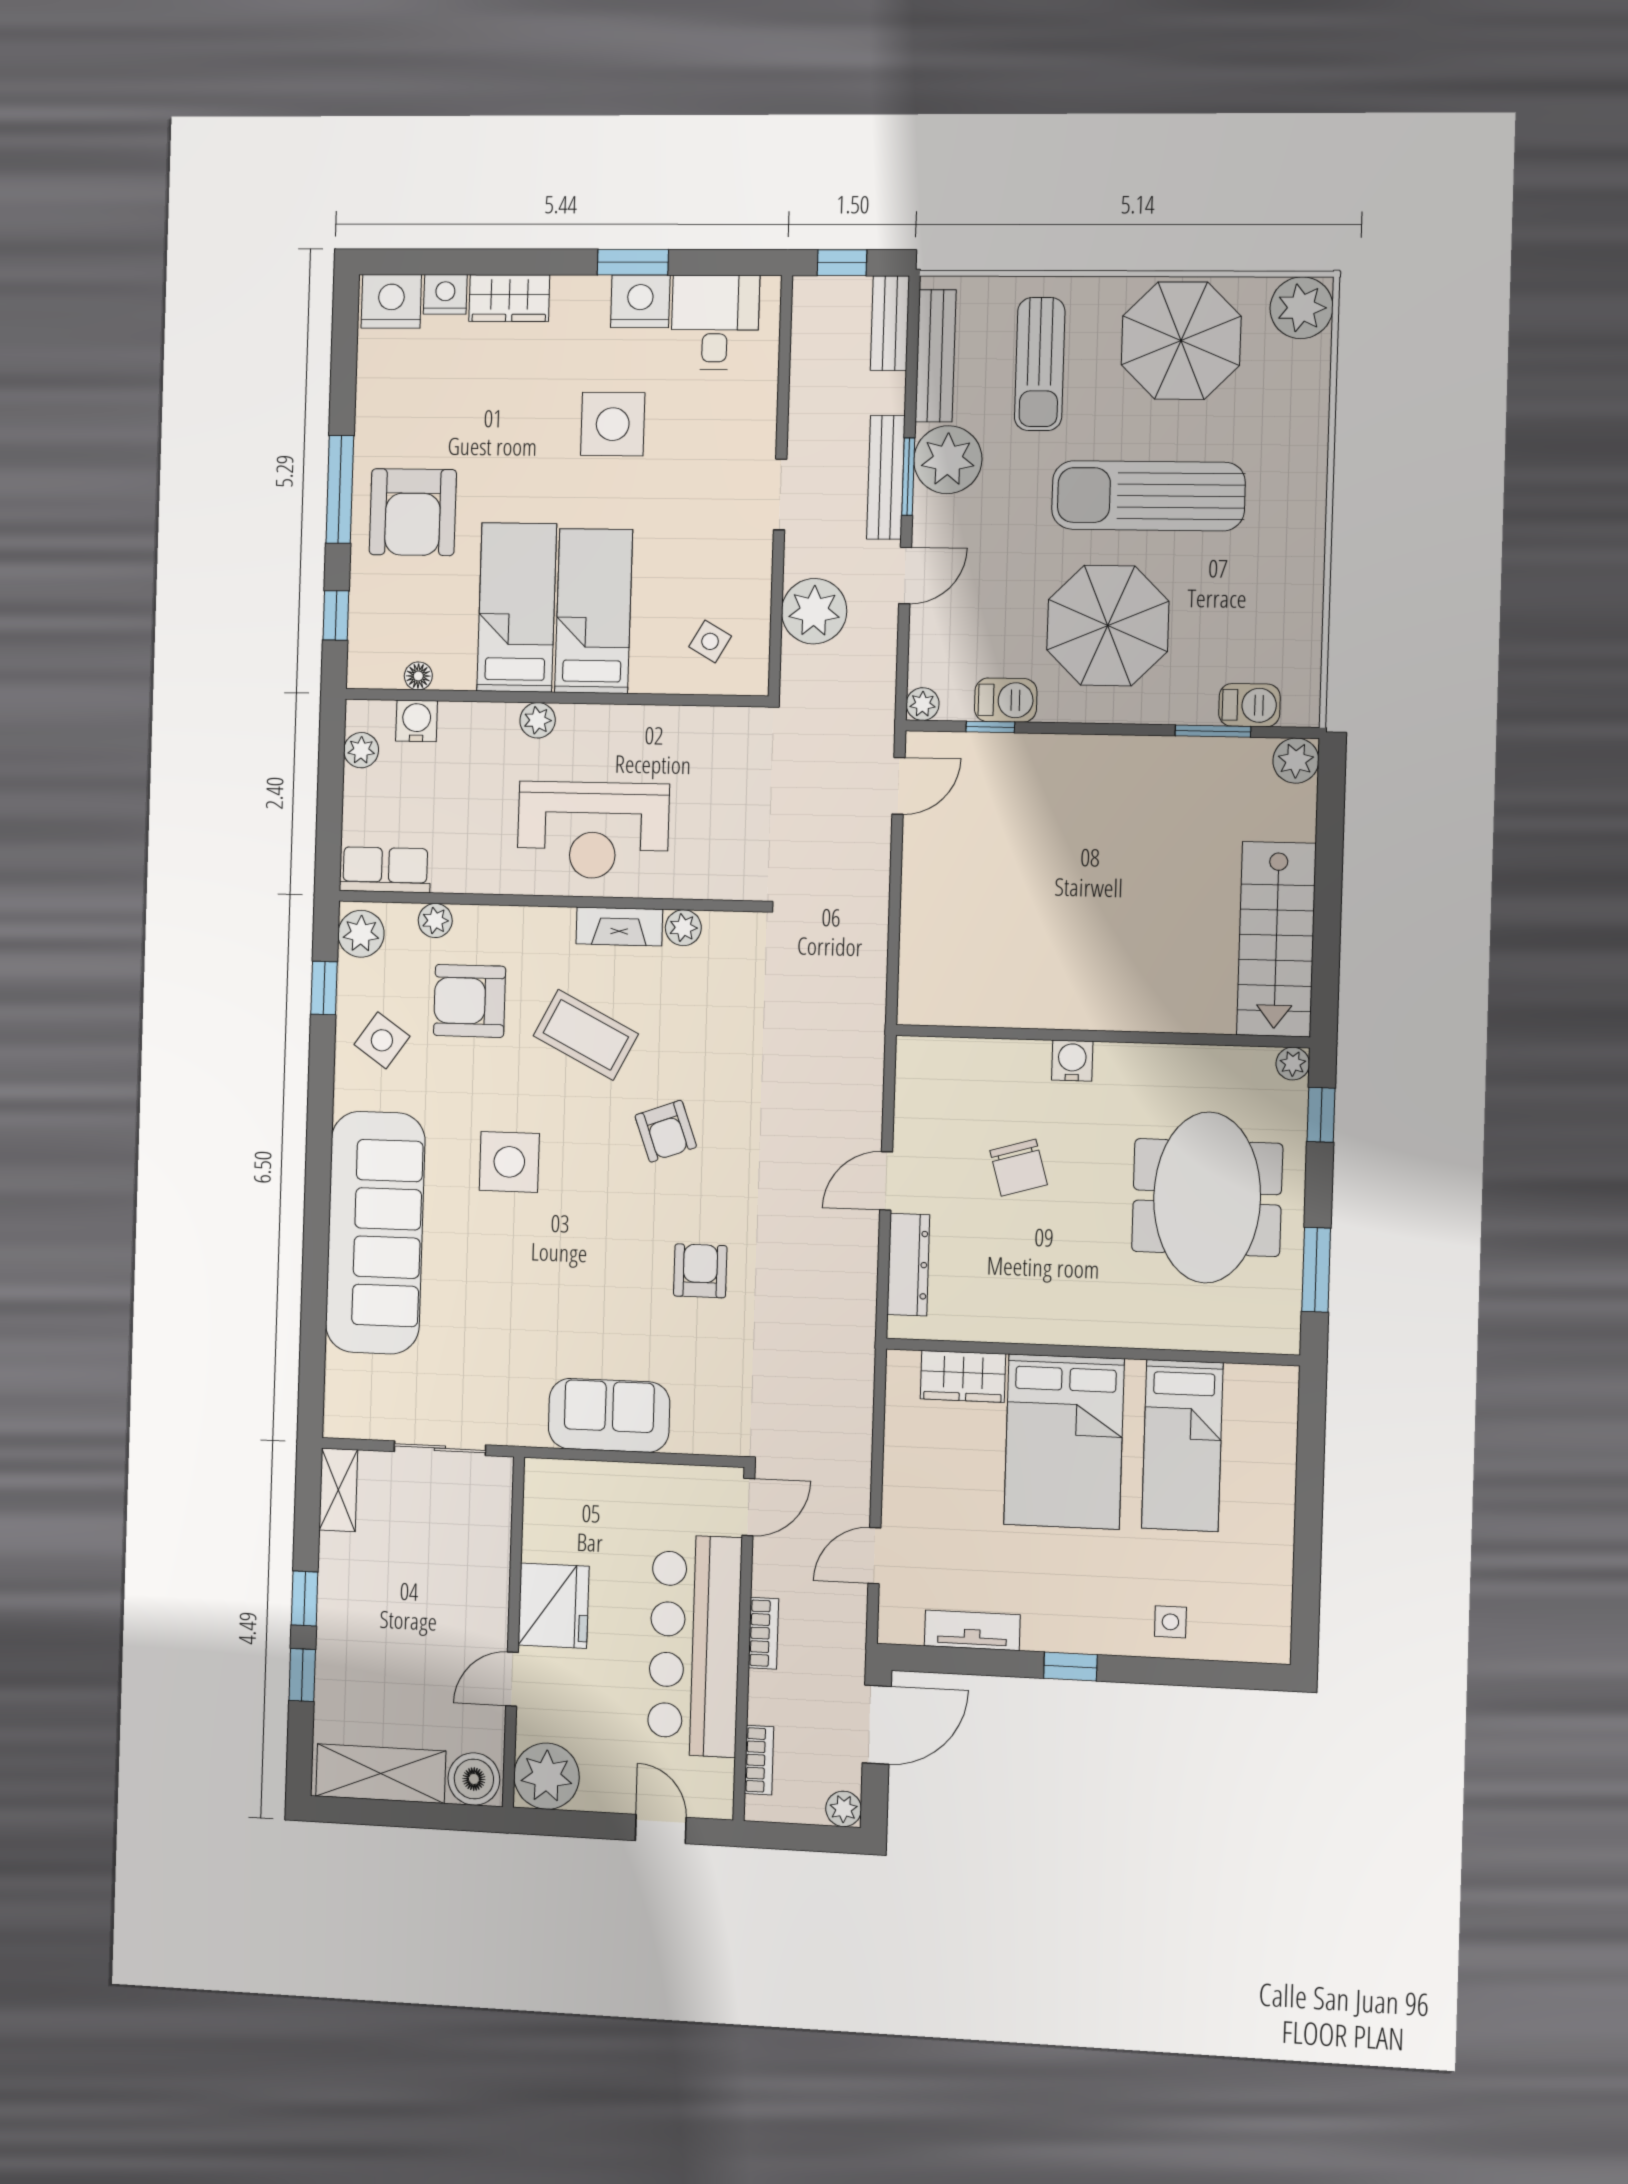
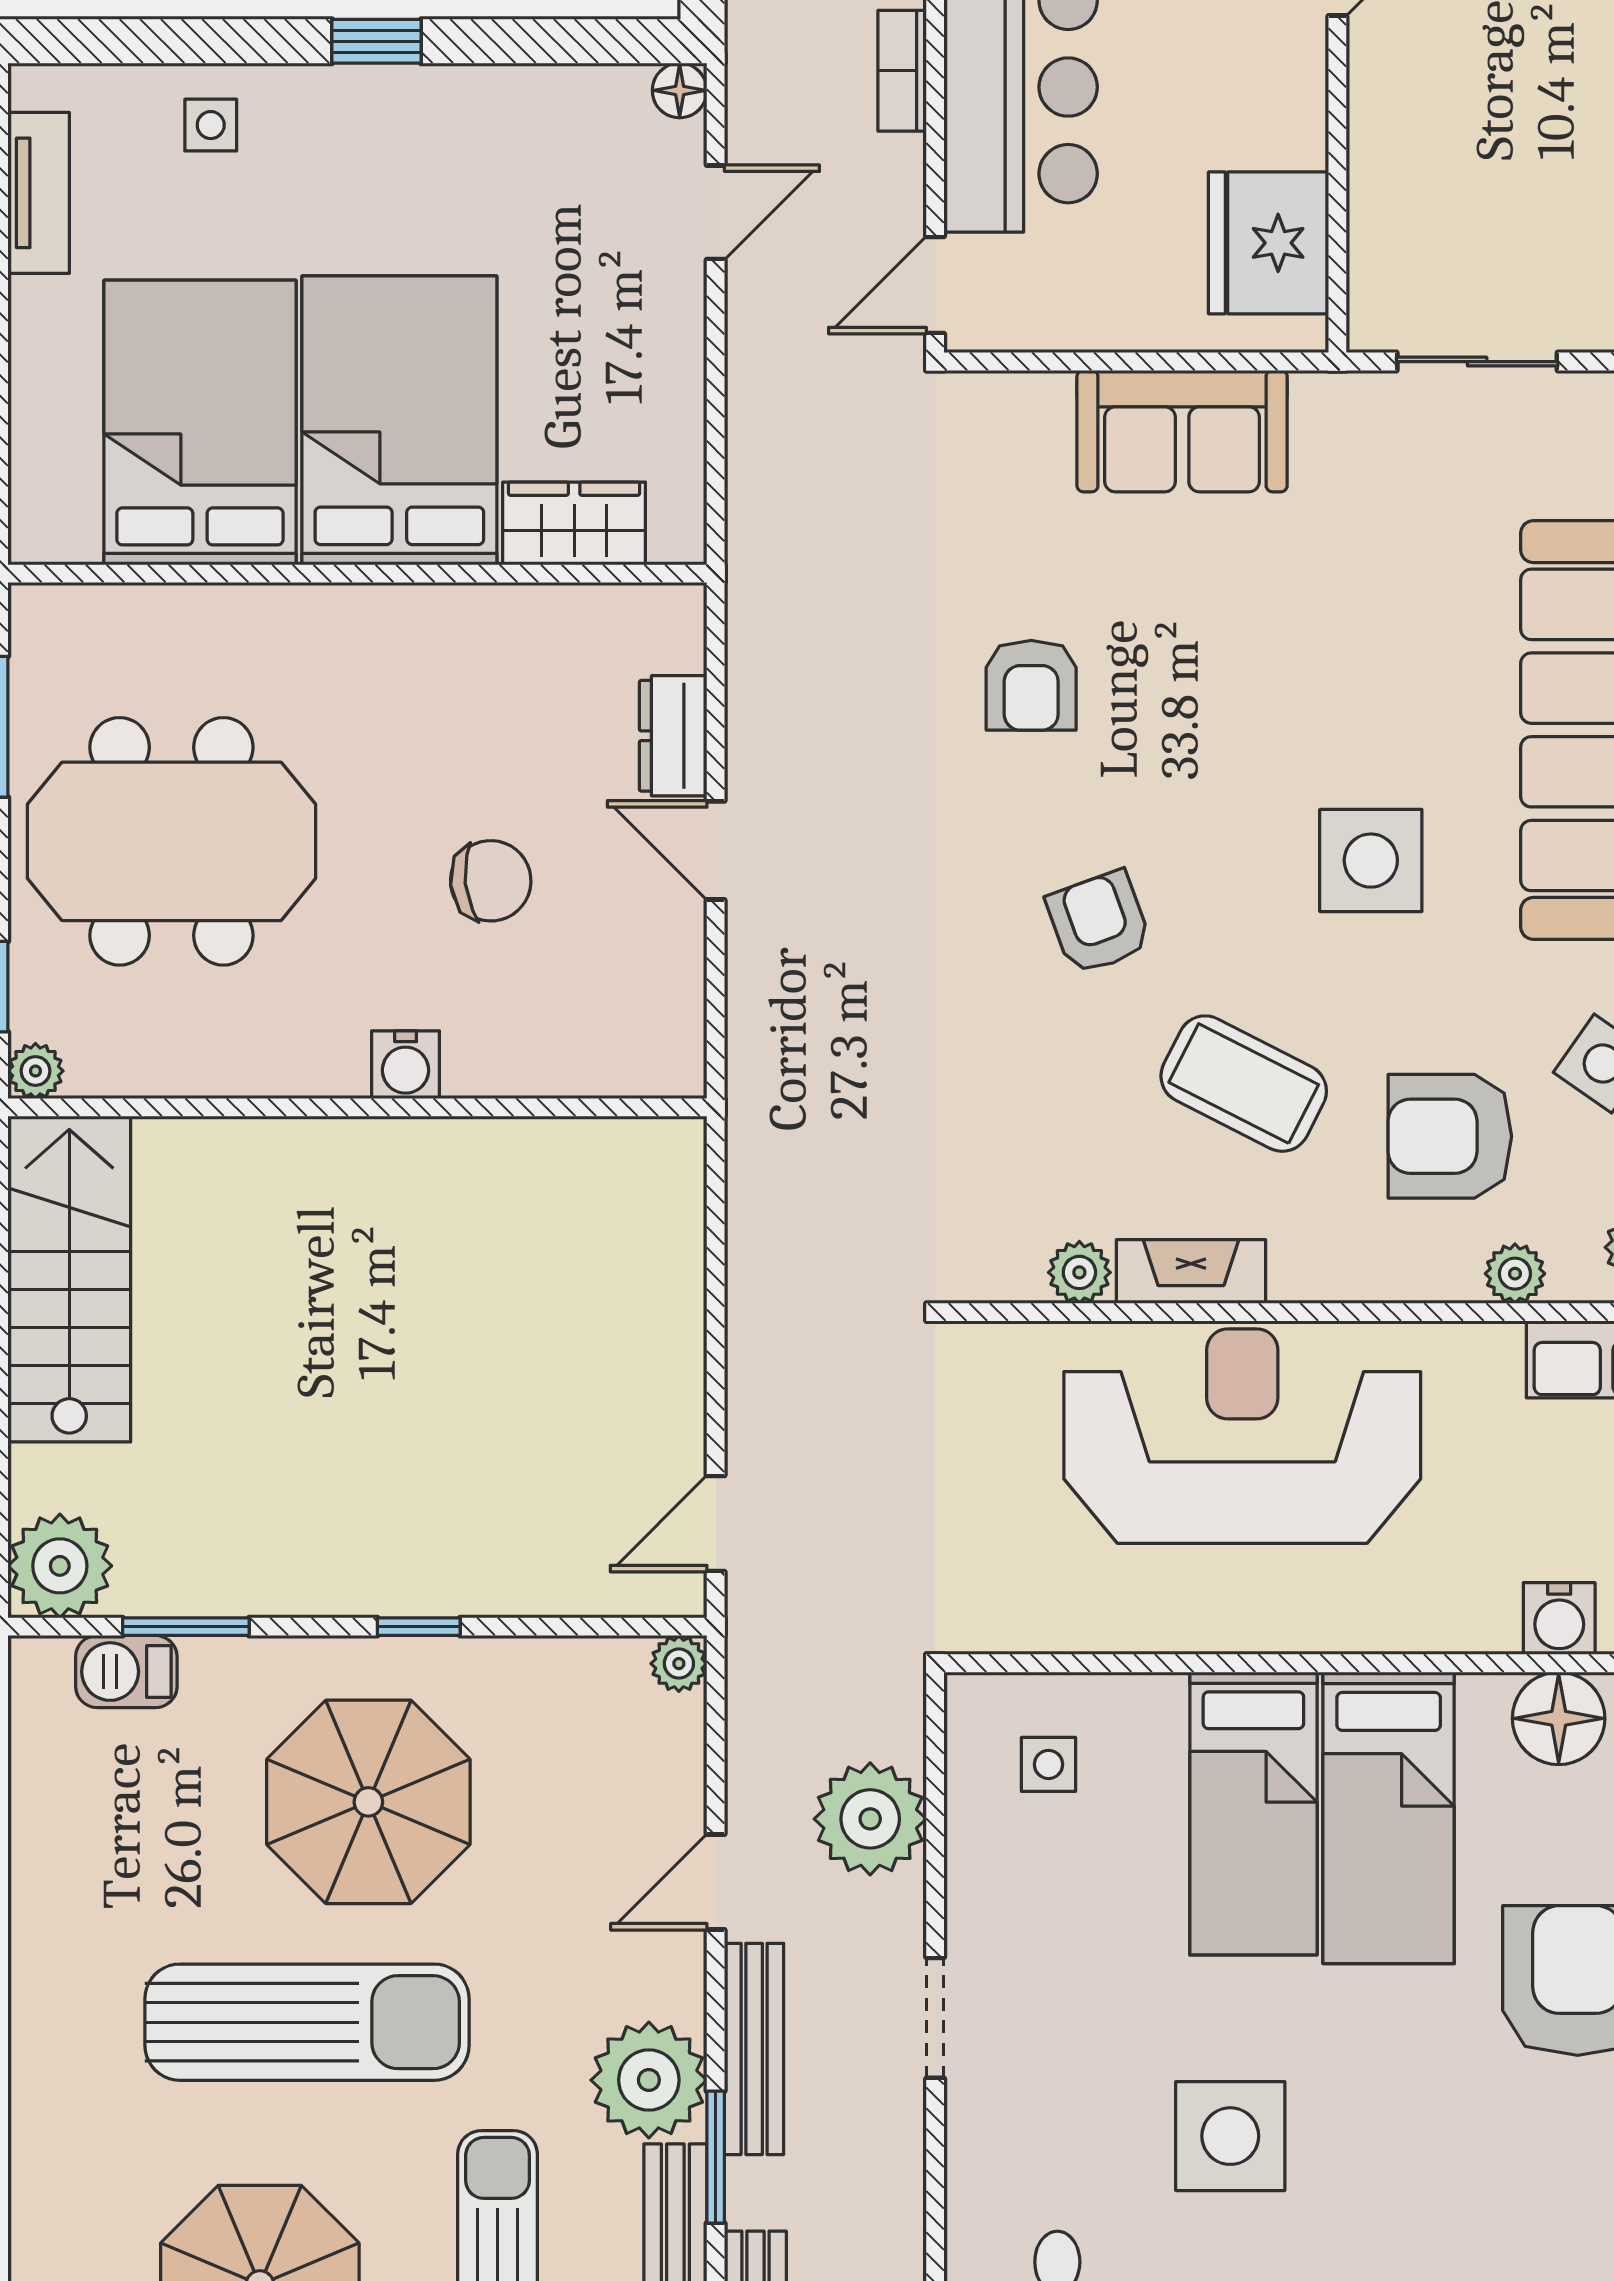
window: (908, 477) -> (716, 2157), moved
side table: (710, 641) -> (1049, 1764), turned -30
floor lamp: (418, 676) -> (1559, 1718), width x1.89, depth x1.89
barbecue: (1006, 700) -> (537, 1673), removed
plant: (538, 720) -> (1346, 1624), removed
window: (990, 727) -> (419, 1627), moved
plant: (1296, 761) -> (60, 1566), width x1.36, depth x1.36
reception desk: (593, 830) -> (1242, 1436), width x1.36, depth x1.30
armchair: (470, 1001) -> (1450, 1136), turned 180
chair: (1019, 1168) -> (491, 881), turned 100
door: (886, 1181) -> (716, 850), swing flipped
meeting table: (1207, 1197) -> (171, 841), turned 90
dresser: (908, 1265) -> (673, 736), width x0.70
bed: (1182, 1446) -> (200, 423), width x1.50
fridge: (554, 1606) -> (1269, 243), moved
floor lamp: (893, 1628) -> (680, 90), added
tv unit: (972, 1630) -> (39, 193), moved, turned -90

